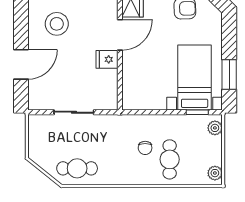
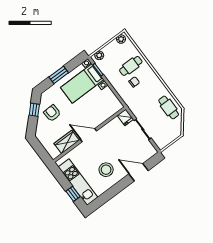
fridge: (107, 59) -> (125, 117), moved
window: (229, 74) -> (59, 75), moved

